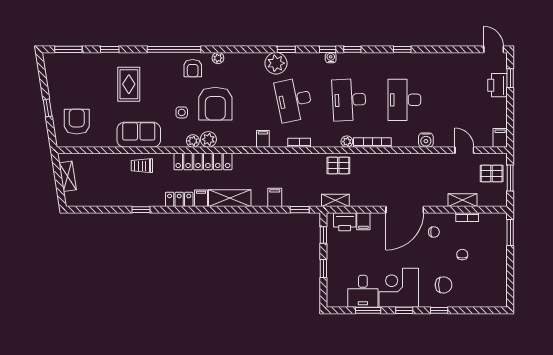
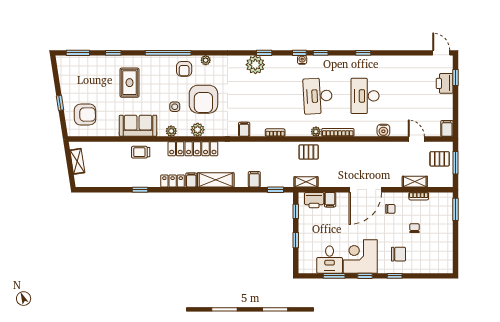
desk: (294, 100) -> (271, 96), removed
armchair: (77, 122) -> (85, 115), turned 89
plant: (193, 141) -> (171, 131), moved

